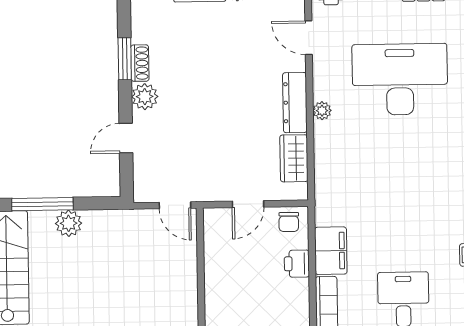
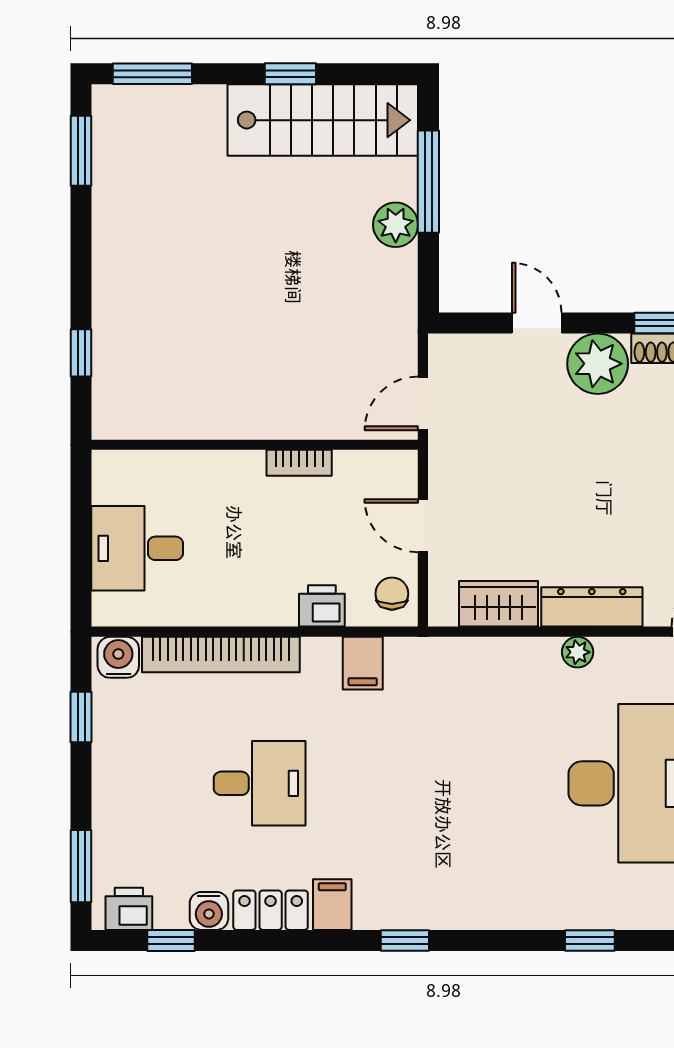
plant: (145, 97) -> (598, 364), width x1.36, depth x1.36
chair: (289, 222) -> (392, 594), turned 89
filing cabinet: (331, 251) -> (363, 663), width x0.50
bookcase: (212, 279) -> (299, 463), added

